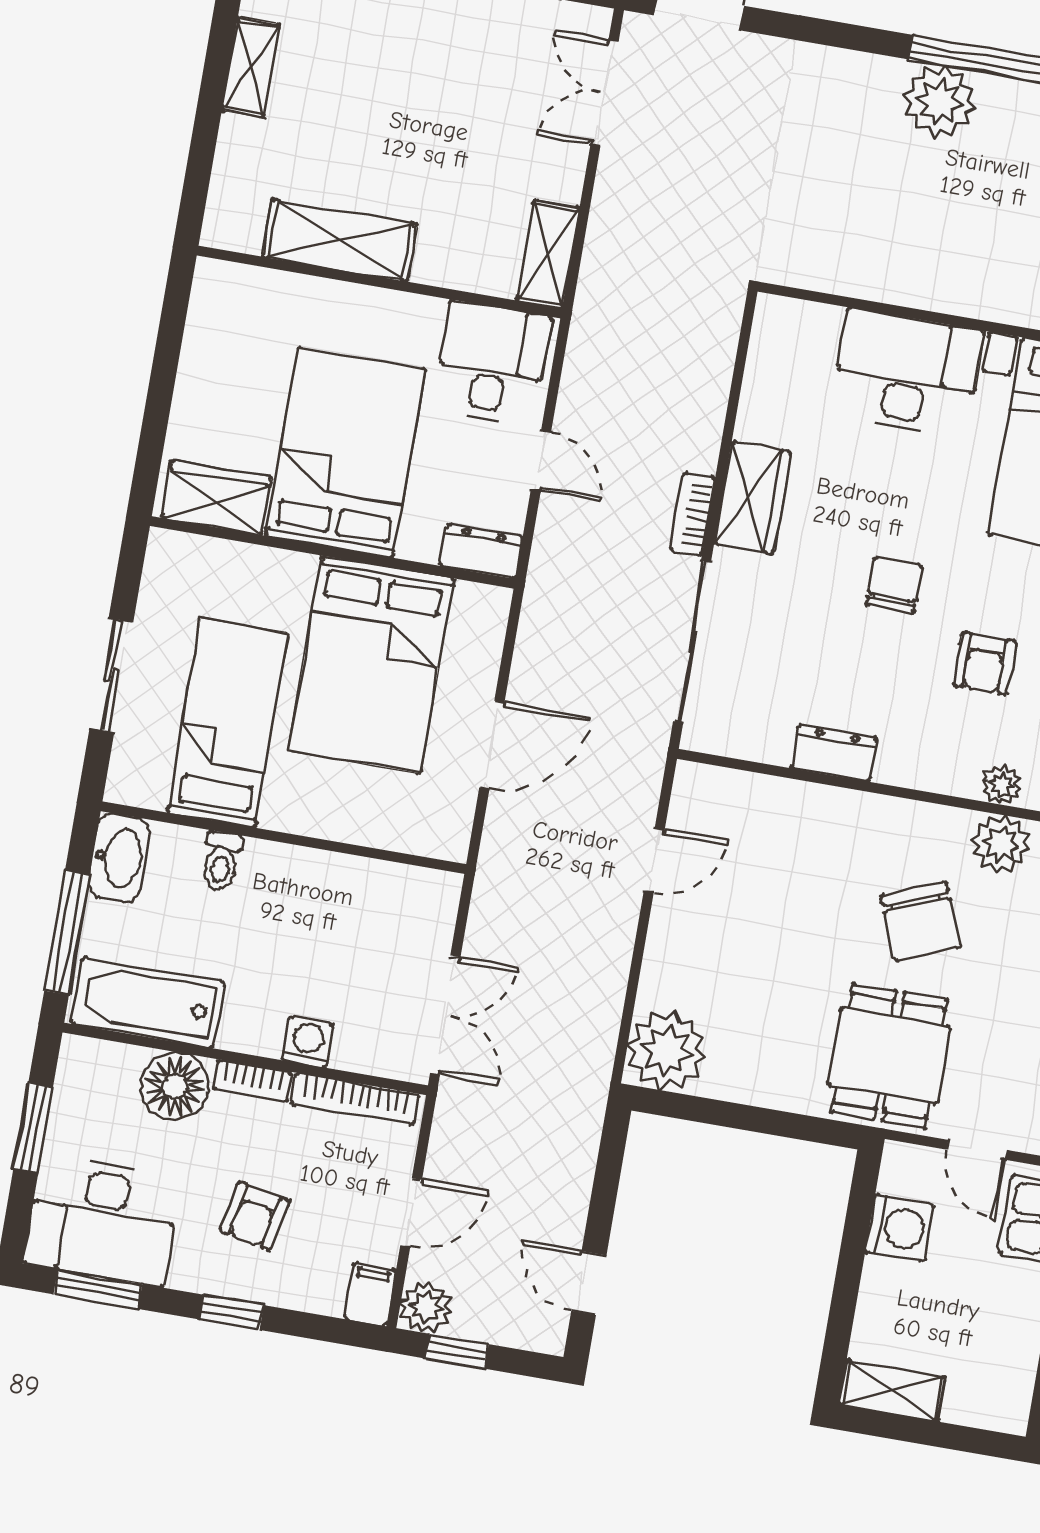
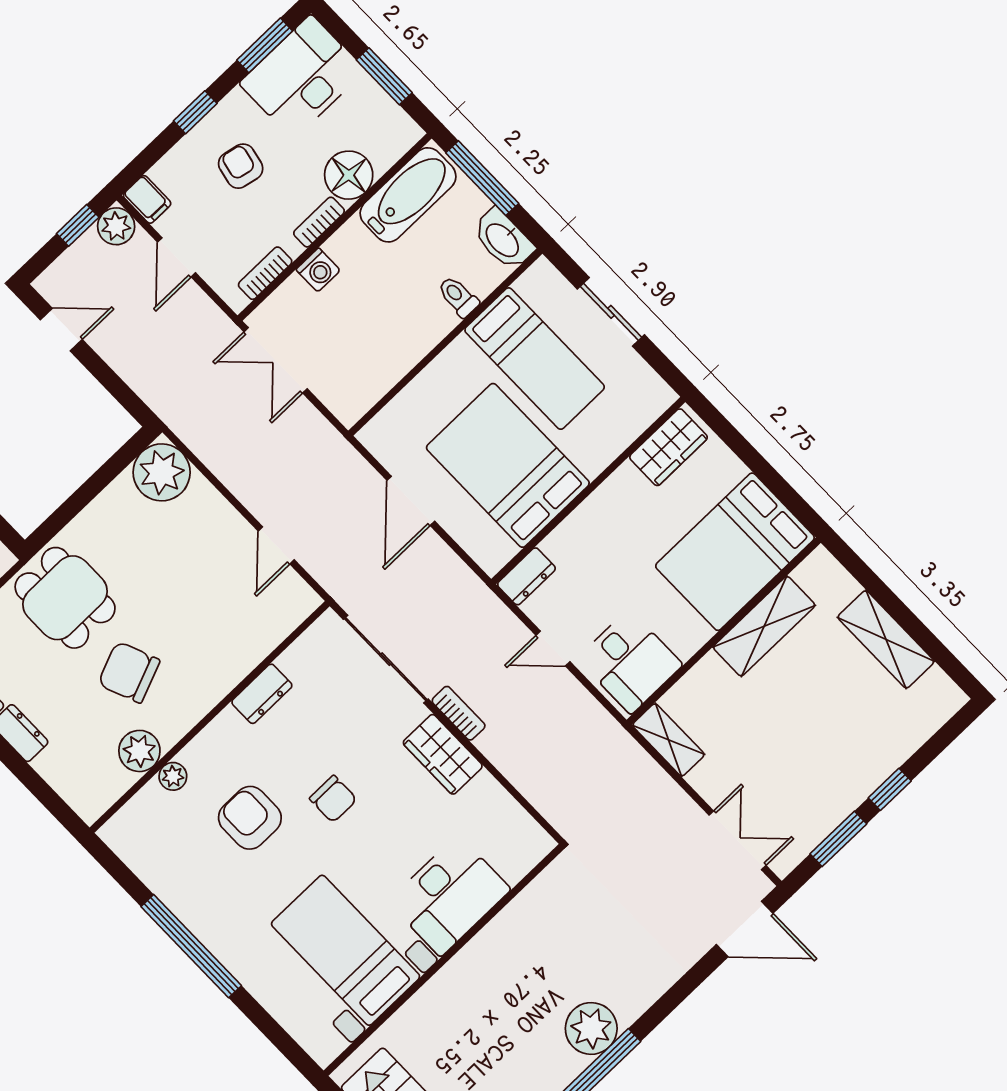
shelving: (251, 67) -> (886, 639), width x1.50, depth x1.33
bed: (346, 453) -> (735, 552), moved, turned 90
armchair: (985, 663) -> (250, 818), width x1.38, depth x1.38
bookcase: (355, 1099) -> (265, 273), width x0.64

